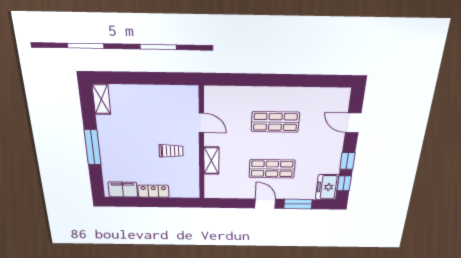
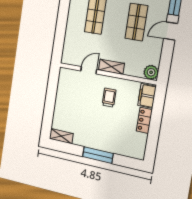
shelving: (211, 161) -> (111, 67), moved
filing cabinet: (123, 189) -> (147, 96), moved
plant: (213, 191) -> (151, 72), added

